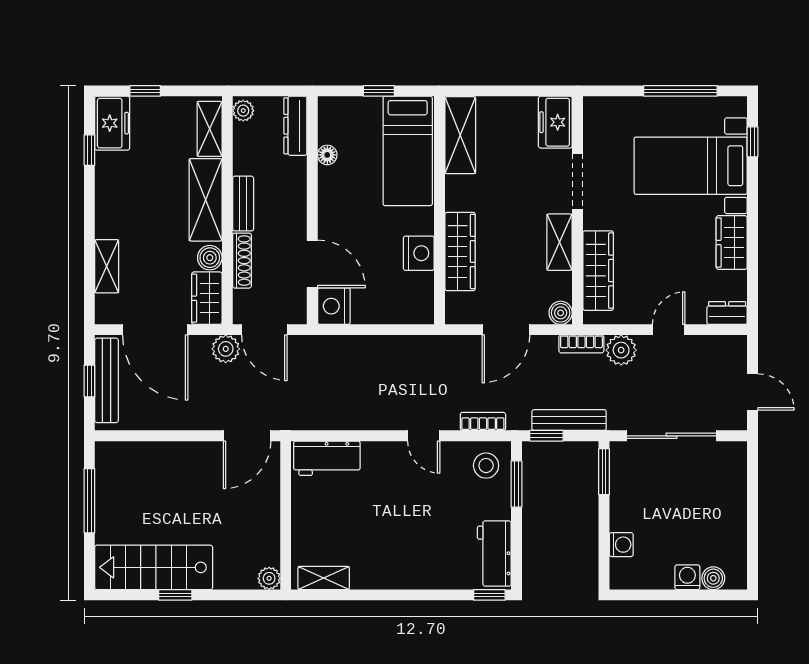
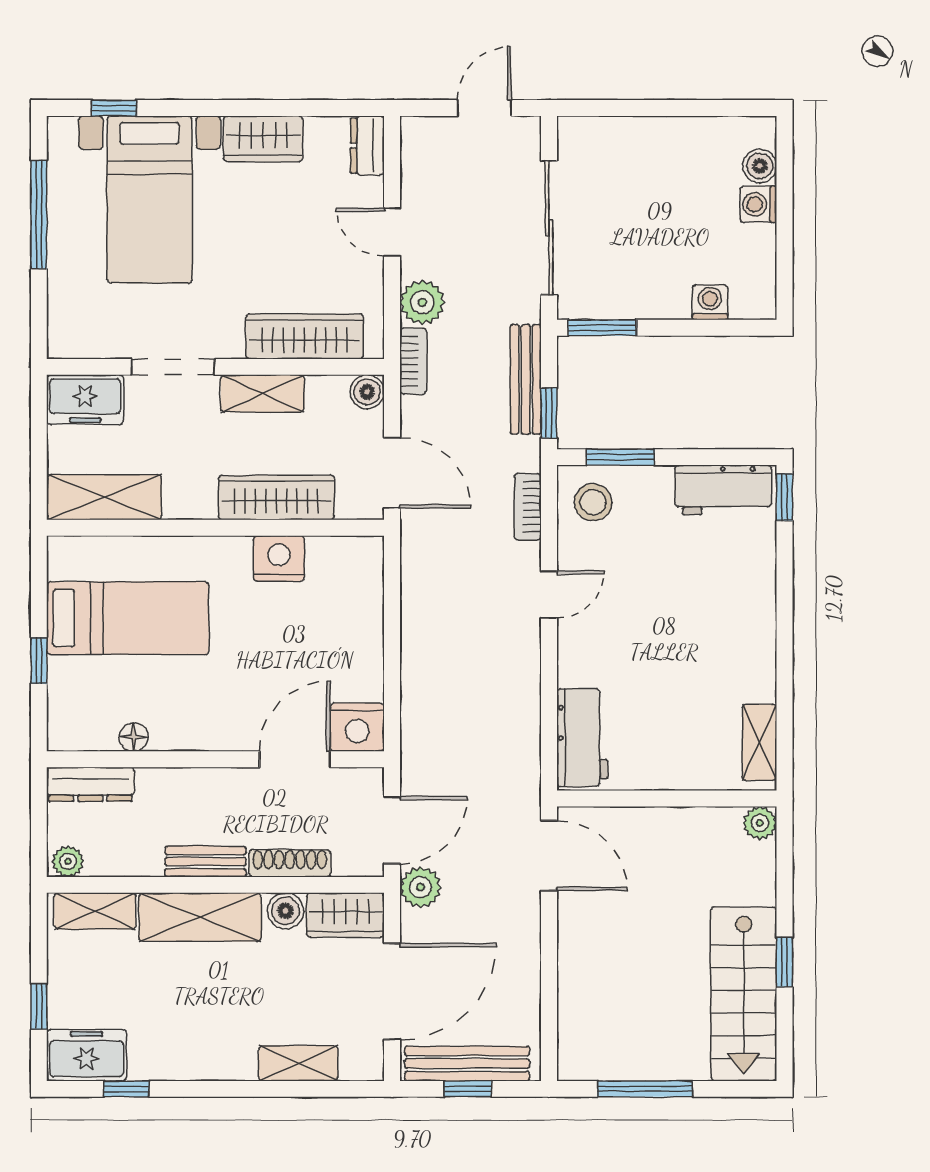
shelving: (460, 135) -> (104, 497), moved
wall: (440, 210) -> (215, 528), moved
wardrobe: (460, 251) -> (276, 497), moved
nightstand: (419, 253) -> (279, 558), moved

